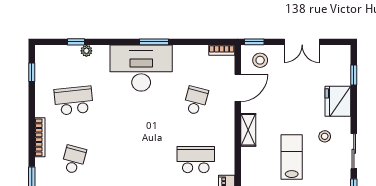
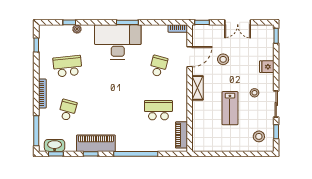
stool: (260, 60) -> (223, 59), moved
window: (354, 75) -> (276, 36), moved
fridge: (338, 101) -> (267, 67), width x0.53, depth x0.75
lab bench: (292, 157) -> (230, 108), turned 180

